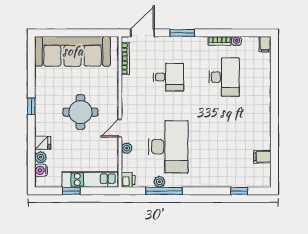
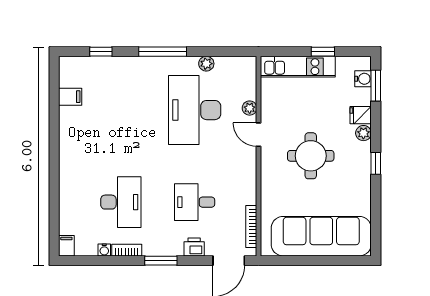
window: (182, 33) -> (161, 261), moved
desk: (224, 77) -> (121, 202), turned 180
door: (120, 128) -> (259, 135), swing flipped
plant: (41, 157) -> (363, 133), moved
window: (31, 165) -> (376, 86), added
printer: (128, 180) -> (194, 247), moved, turned 90
window: (164, 191) -> (163, 52), moved

